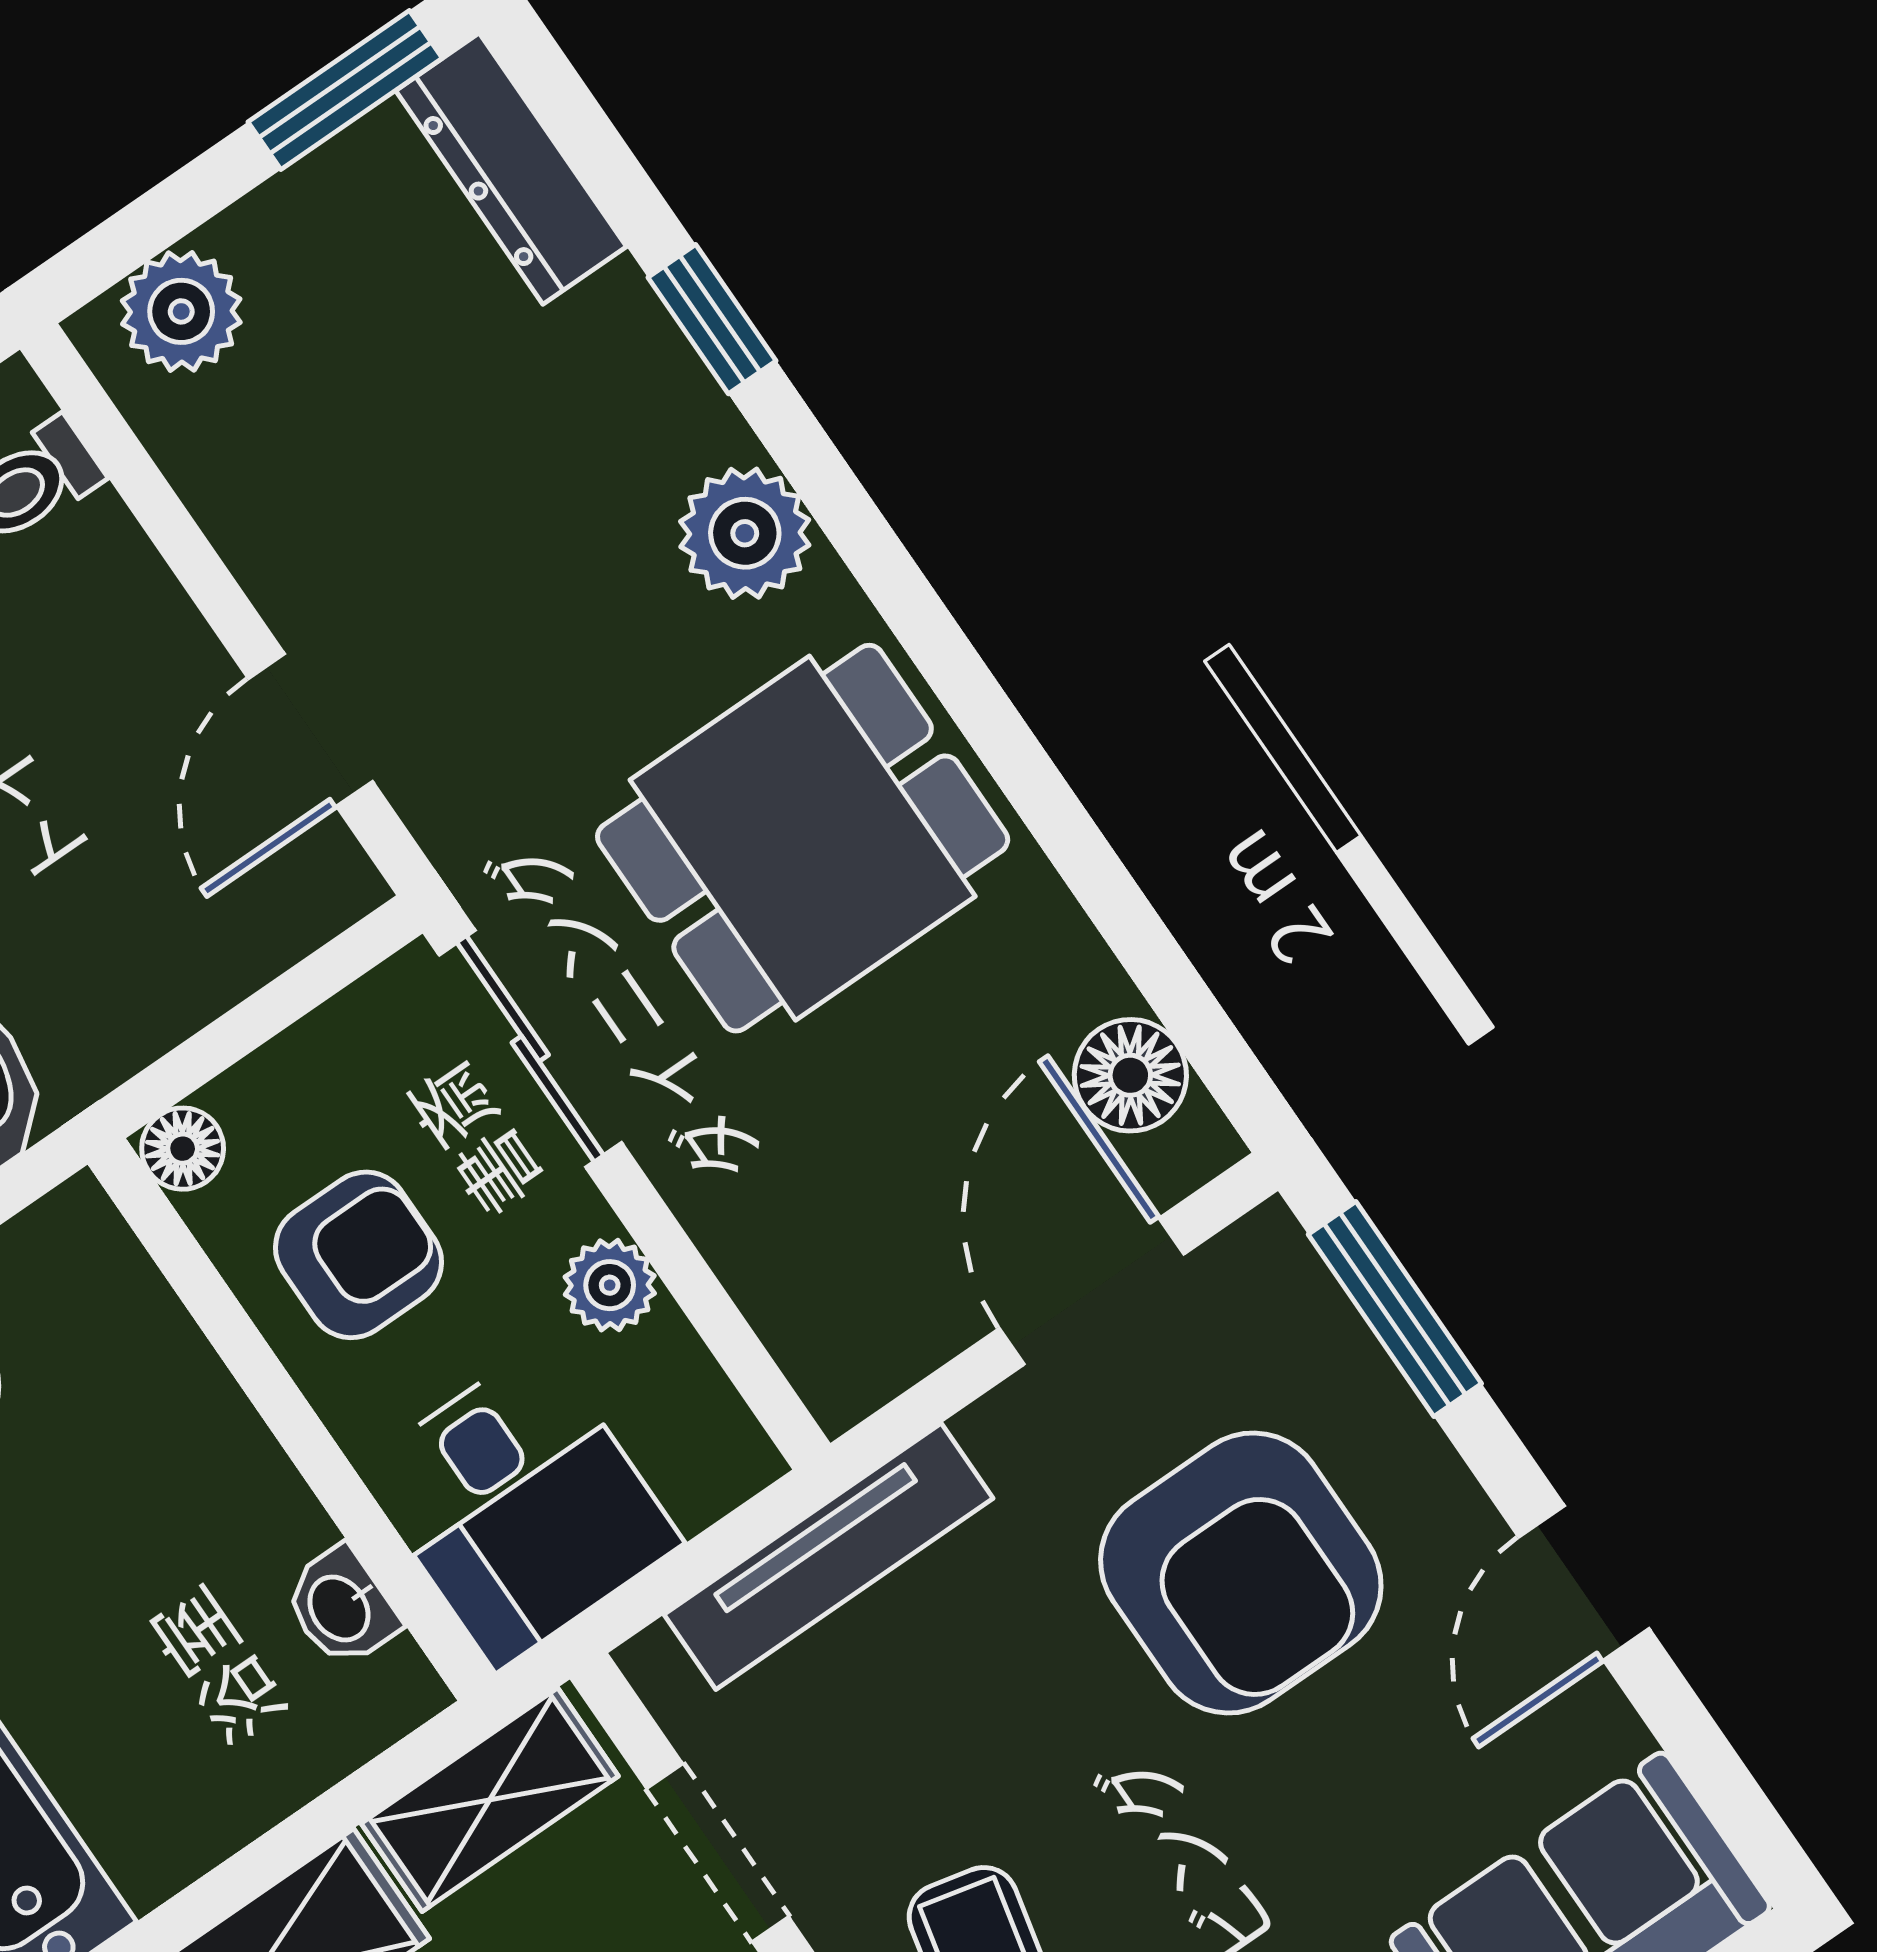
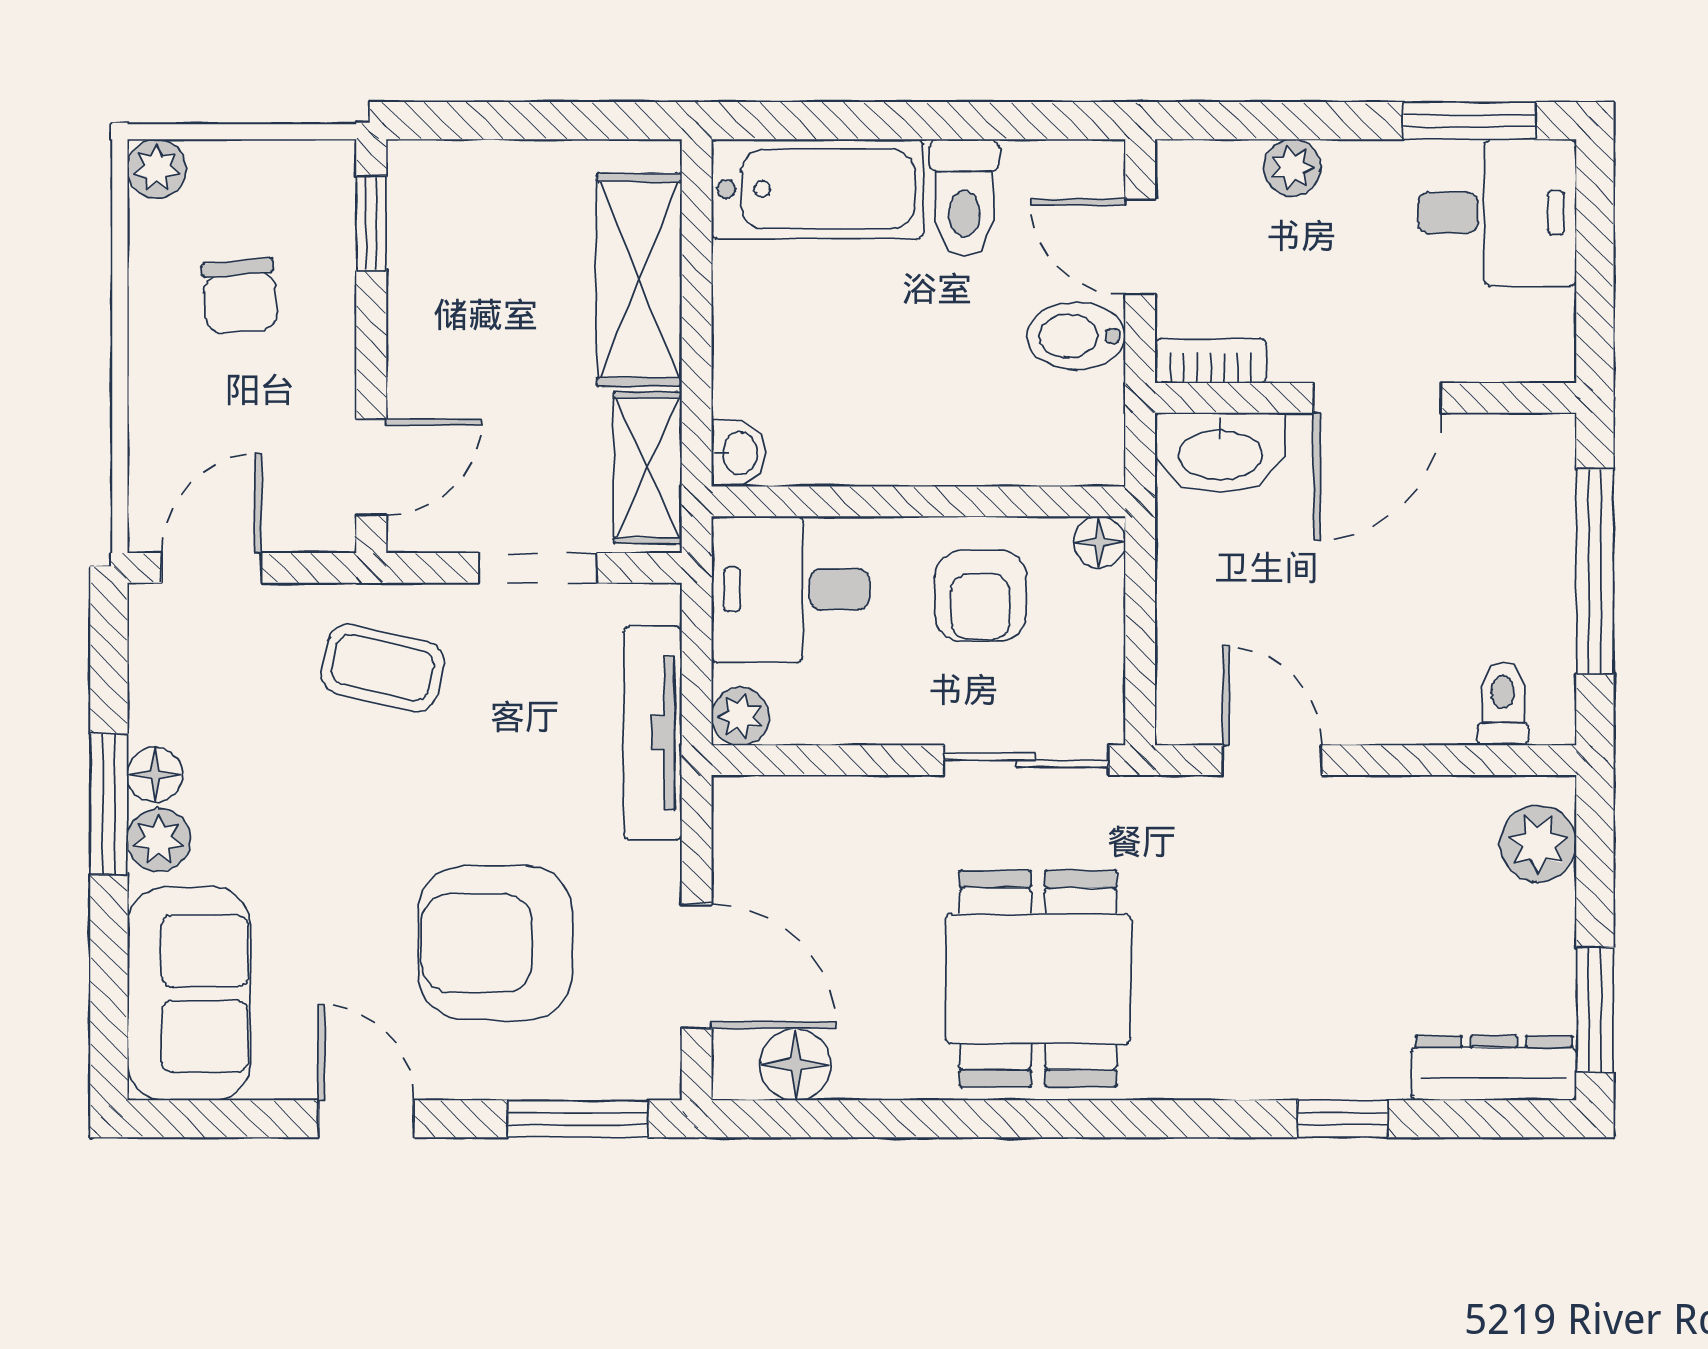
plant: (745, 533) -> (1219, 1059), removed
plant: (610, 1285) -> (740, 716), moved
washbasin: (341, 1607) -> (738, 453), moved, turned 90

